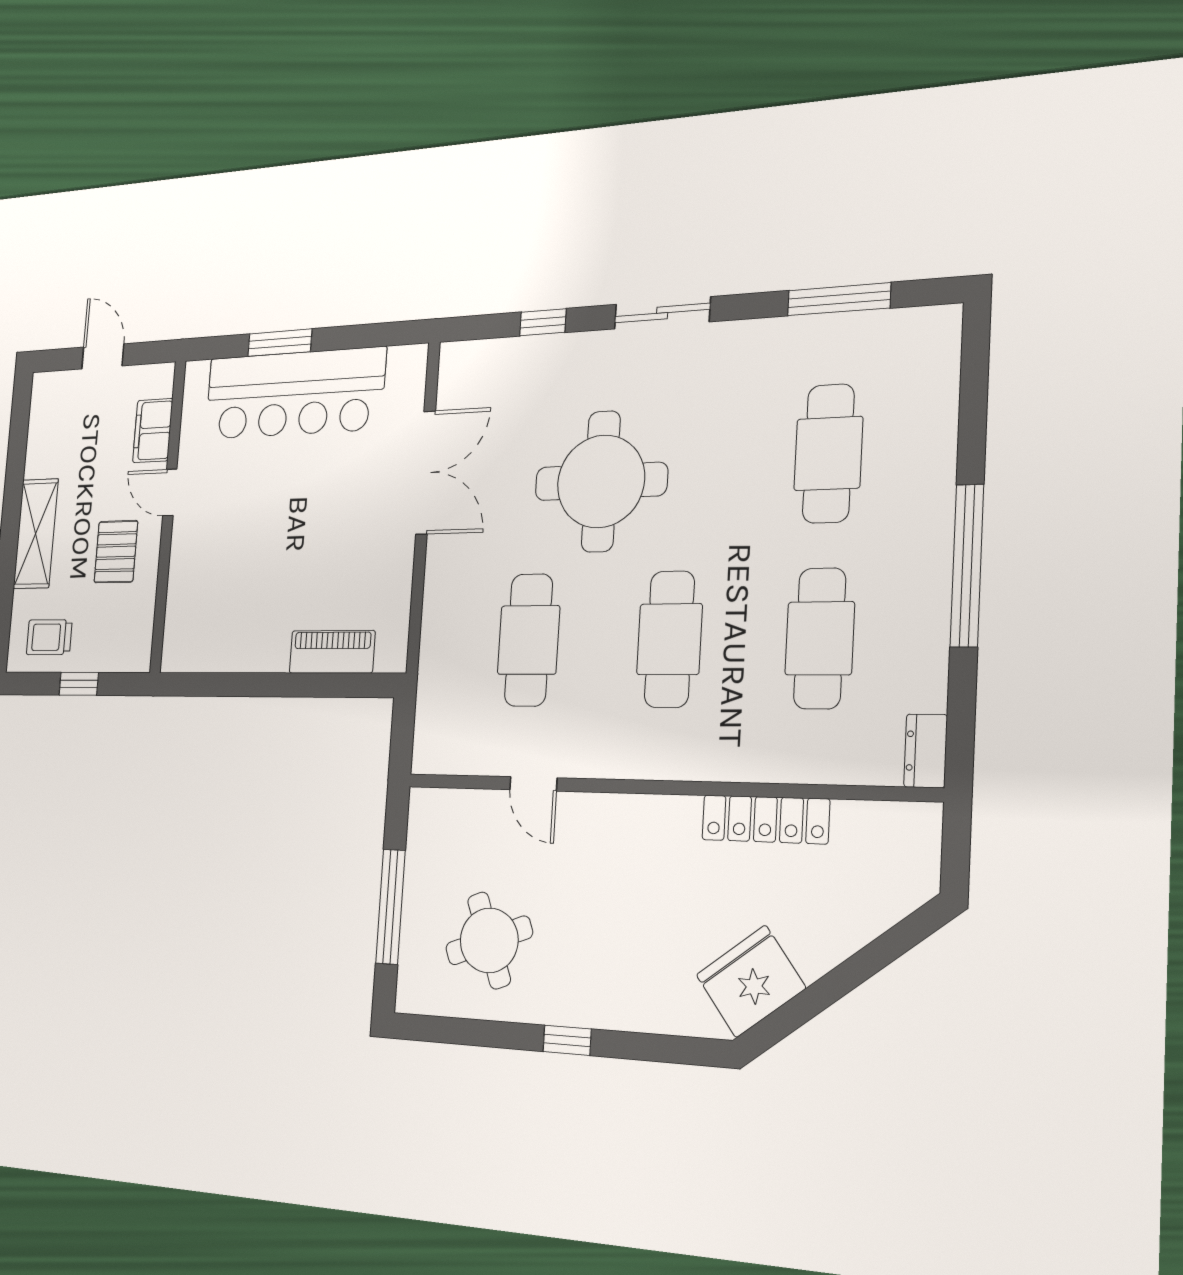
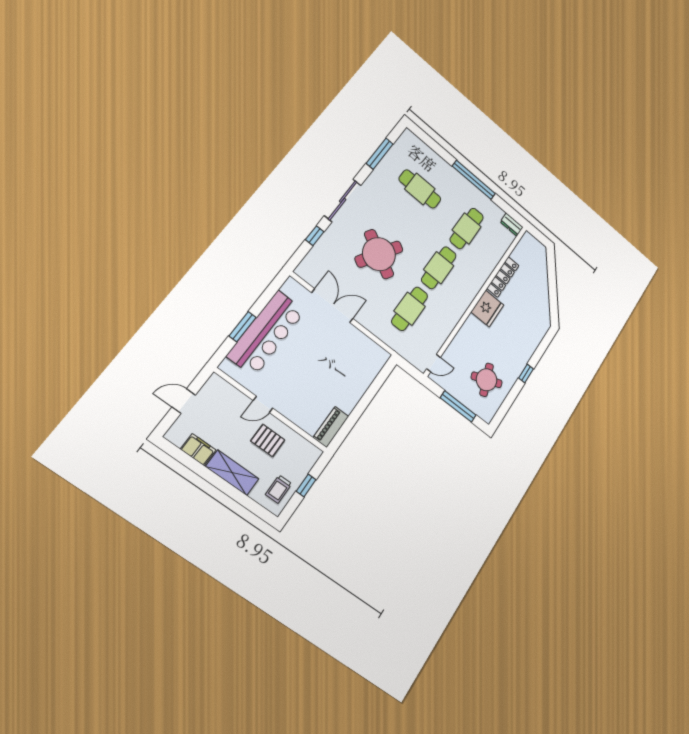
sliding door: (662, 313) -> (343, 200), width x1.37
filing cabinet: (153, 431) -> (198, 450), moved, turned 180
round table: (601, 481) -> (379, 254), turned 30
cafe table: (820, 638) -> (467, 228), turned 90
cafe table: (669, 639) -> (439, 268), turned 90
cafe table: (529, 640) -> (410, 309), turned 90
piano: (332, 652) -> (331, 427), moved
door: (533, 784) -> (434, 363), moved
fridge: (751, 981) -> (487, 309), moved, turned -143

